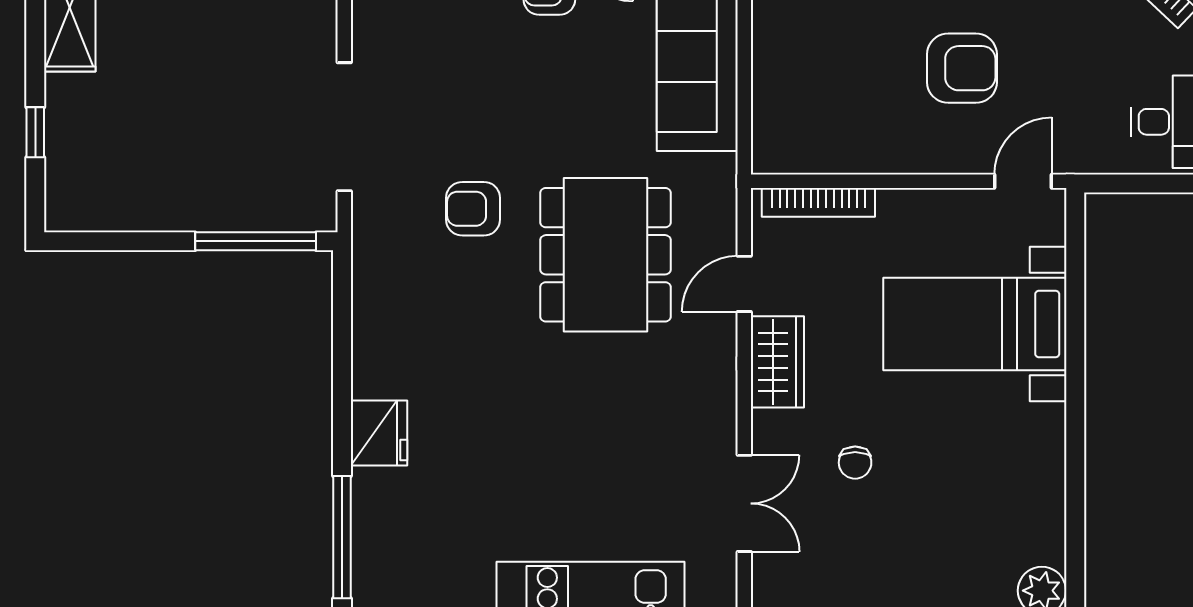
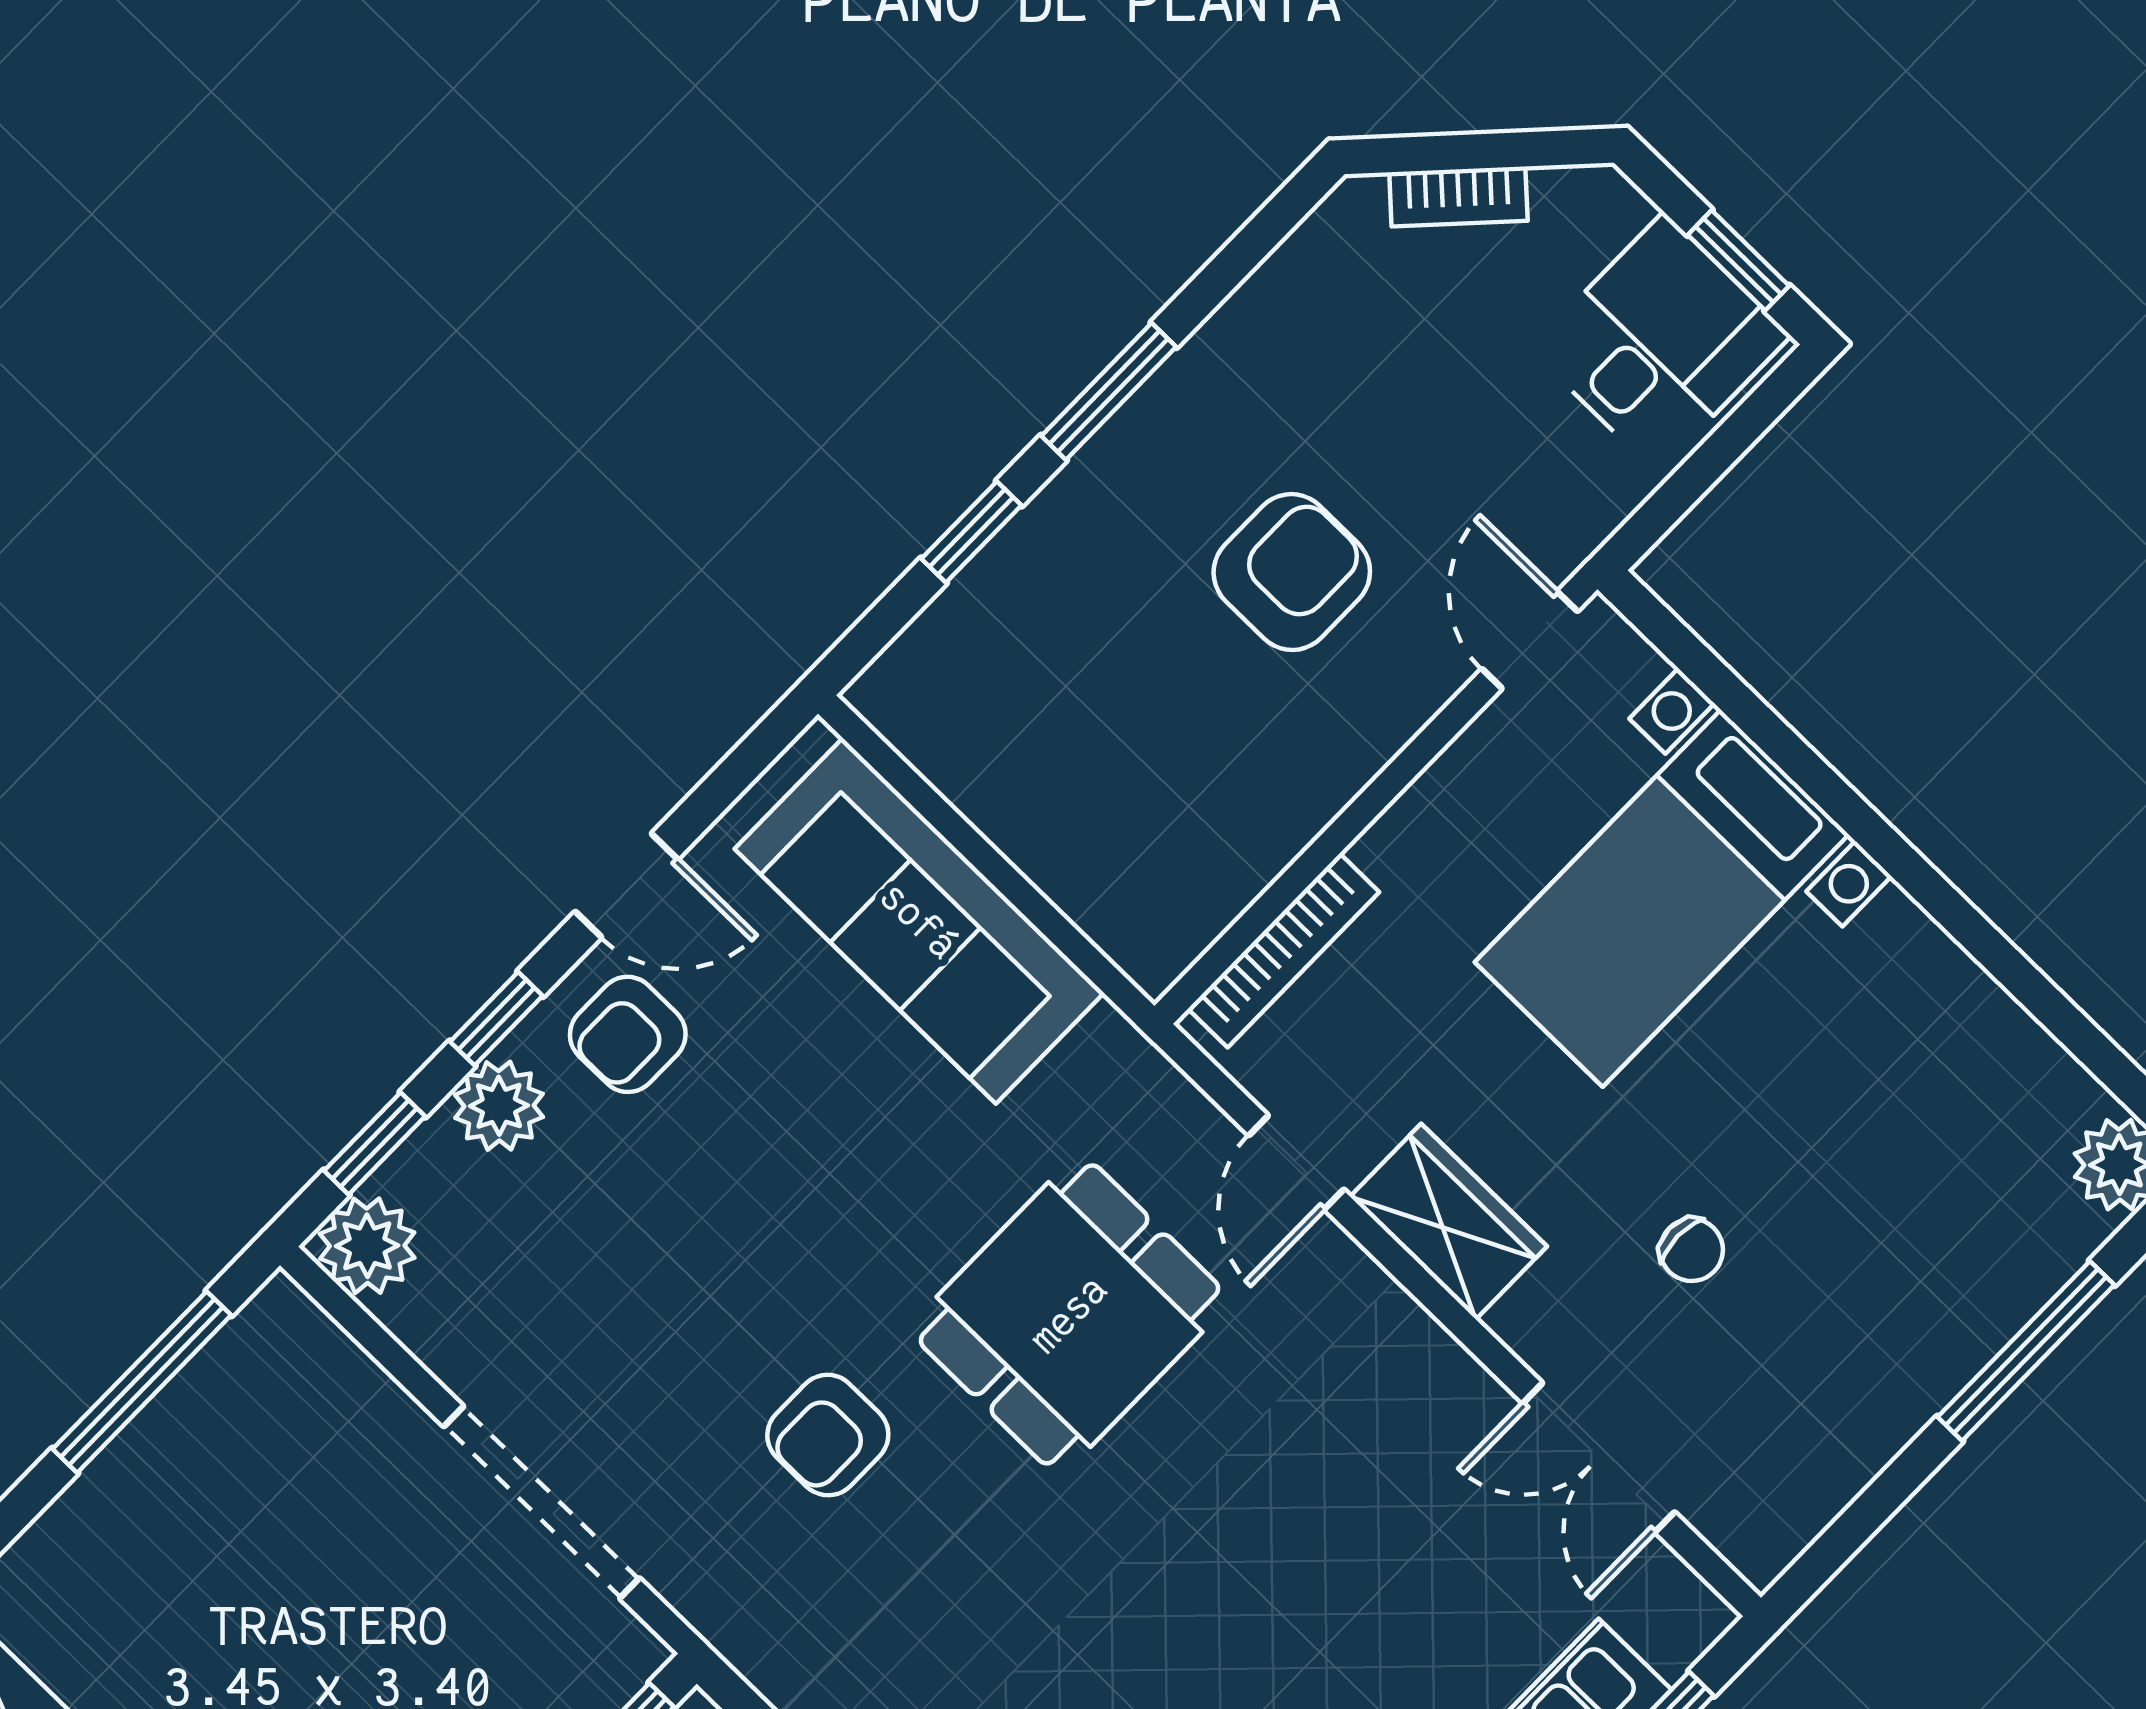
dining table: (605, 255) -> (1069, 1314), width x0.73
double door: (744, 503) -> (1599, 1458), swing flipped

